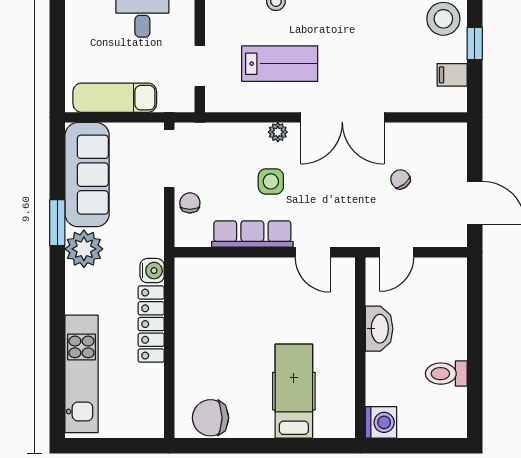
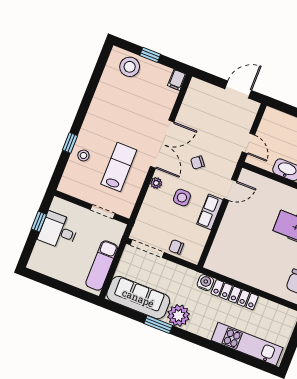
filing cabinet: (452, 75) -> (177, 80), moved
chair: (400, 179) -> (197, 162), moved
row of seats: (252, 234) -> (210, 212), width x0.68

